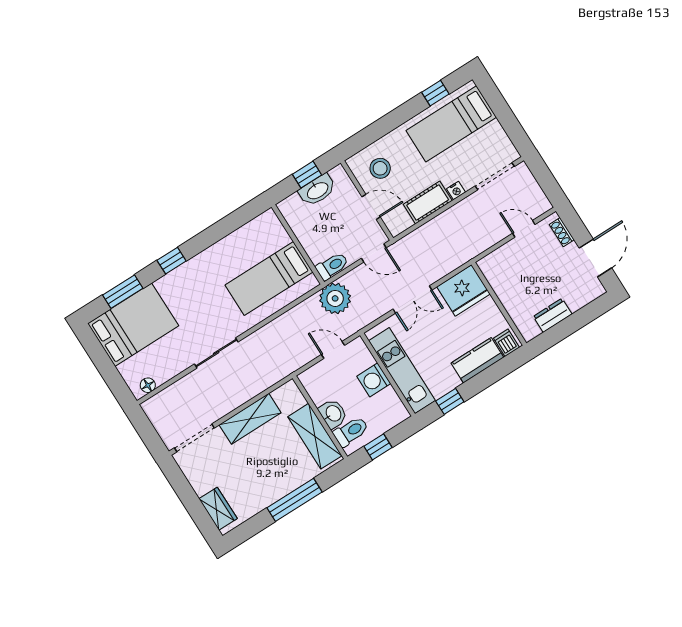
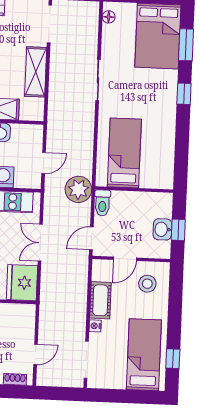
washbasin: (317, 190) -> (162, 229), width x0.72

